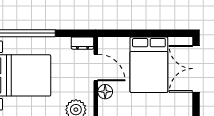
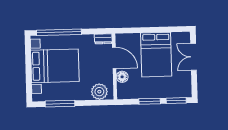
double door: (196, 69) -> (193, 57), width x0.73

